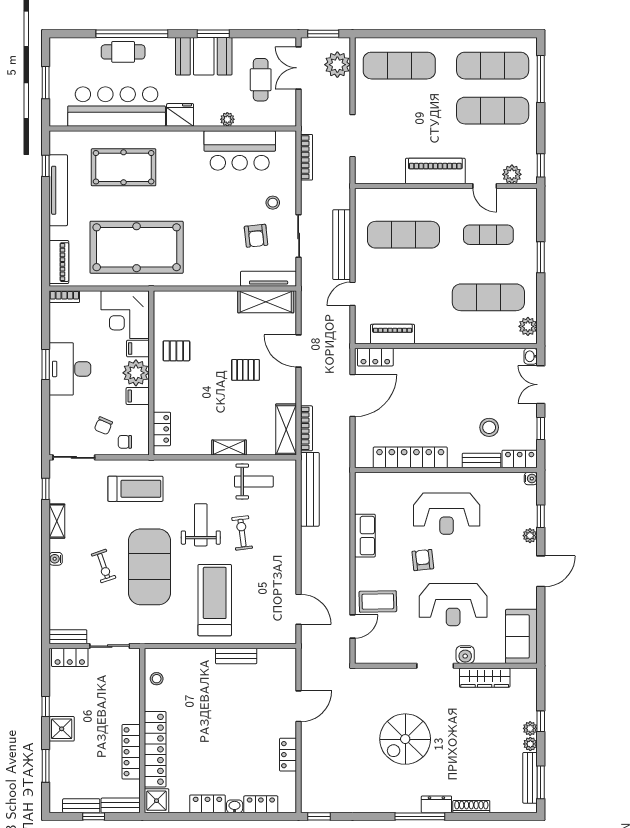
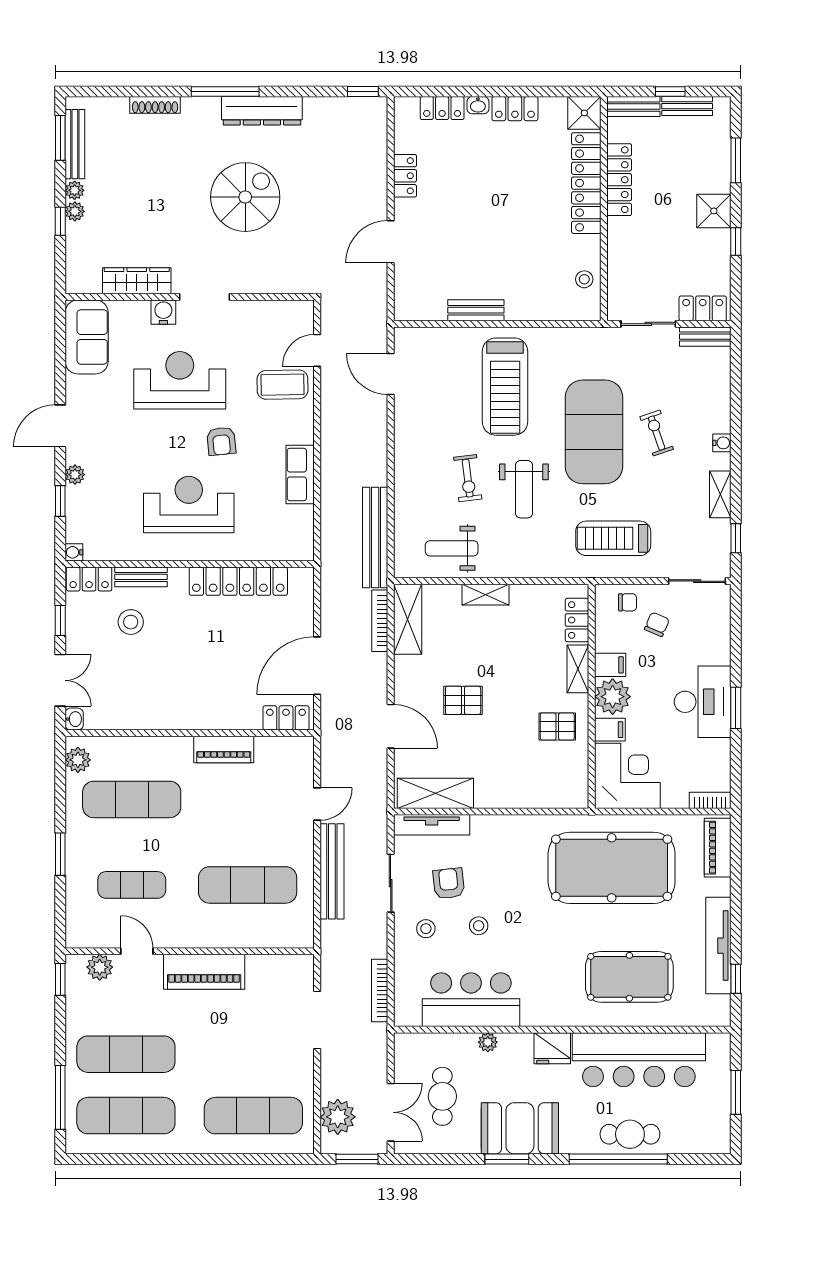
stool: (234, 205) -> (479, 926), added
piano: (392, 334) -> (224, 749), moved
shelving: (161, 393) -> (578, 669), added
dresser: (436, 804) -> (262, 111), moved, width x1.96, depth x1.24

